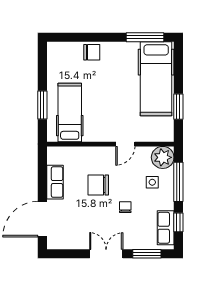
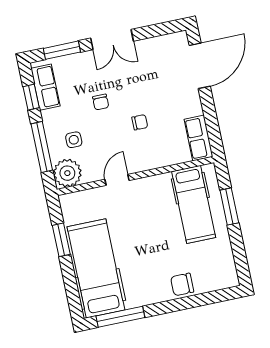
row of seats: (55, 182) -> (199, 138), moved
chair: (98, 185) -> (140, 122), width x0.54, depth x0.54

